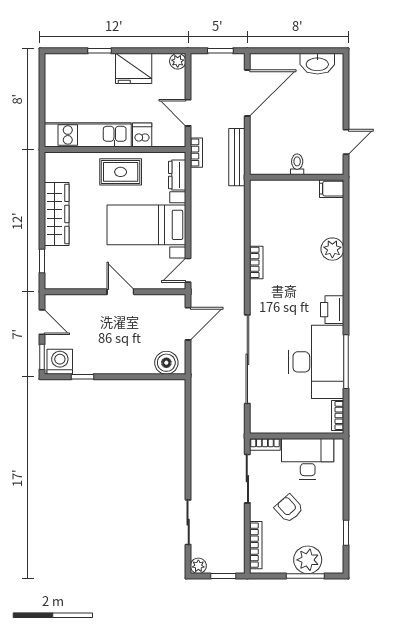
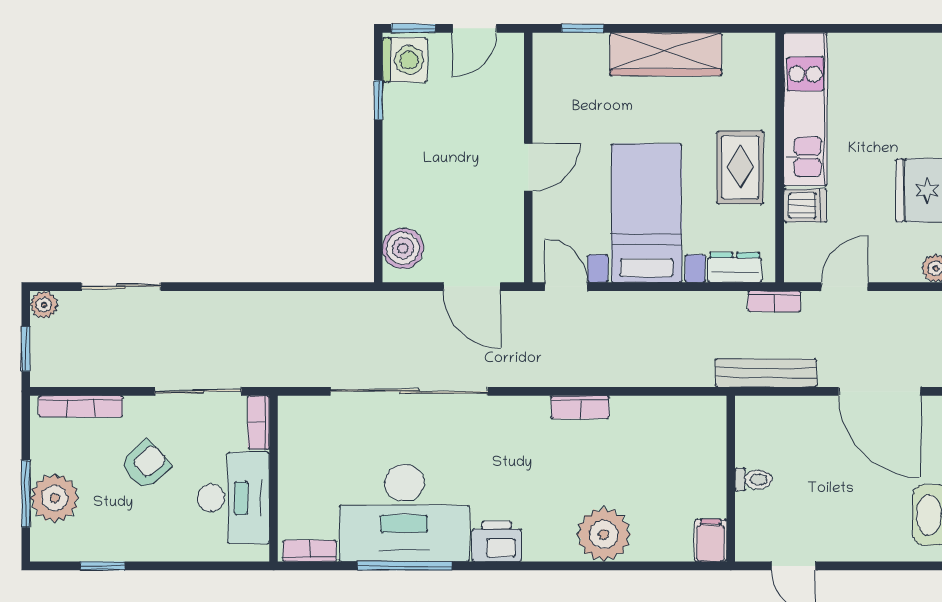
plant: (332, 249) -> (604, 534), width x1.36, depth x1.36

